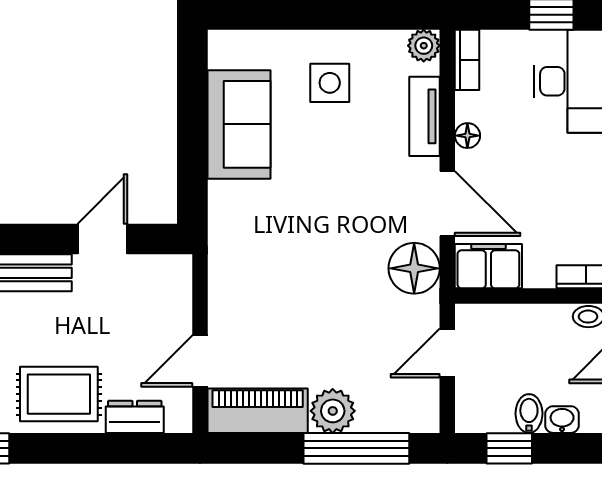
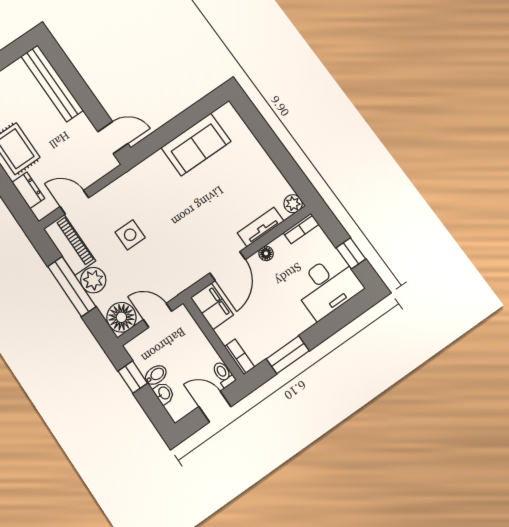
side table: (330, 83) -> (130, 235), moved
door: (102, 239) -> (113, 138), moved
floor lamp: (414, 268) -> (121, 317), moved
window: (356, 448) -> (72, 287), moved

